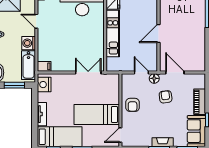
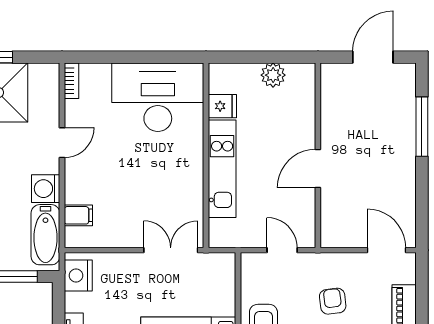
door: (36, 21) -> (62, 143), swing flipped
filing cabinet: (44, 66) -> (78, 215), moved
door: (175, 72) -> (386, 250), moved
floor lamp: (154, 78) -> (309, 263), removed

